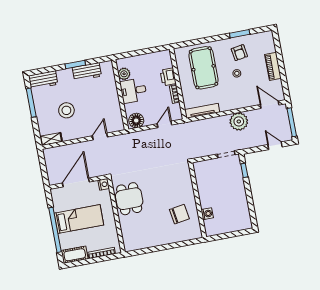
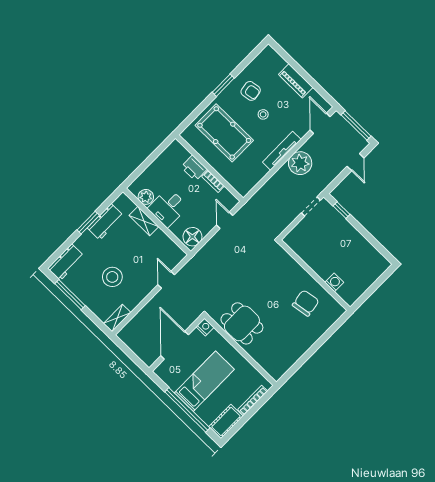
window: (240, 34) -> (223, 85), moved
shelving: (112, 89) -> (144, 221), added
door: (270, 105) -> (320, 123), hinge flipped
tv unit: (202, 111) -> (282, 151), moved
door: (275, 146) -> (356, 162), swing flipped

